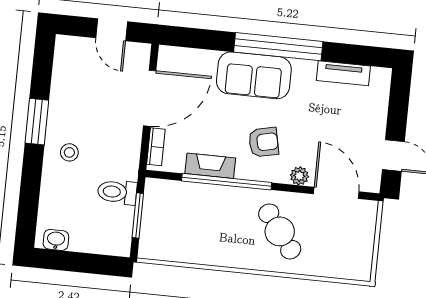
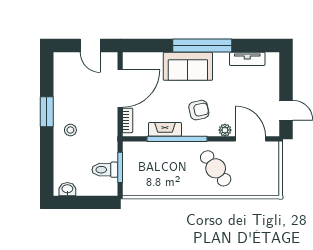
toilet: (117, 192) -> (105, 170), moved

